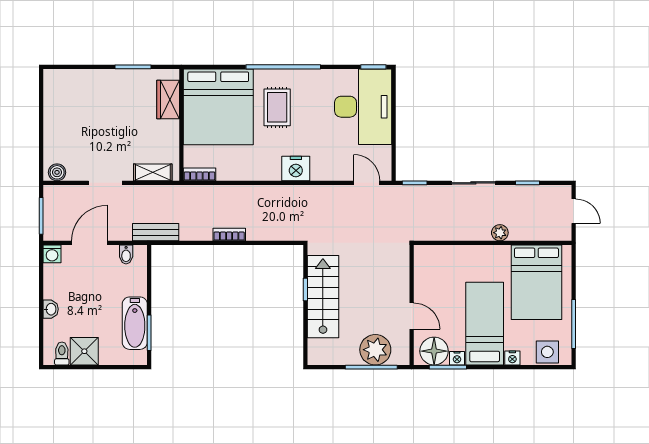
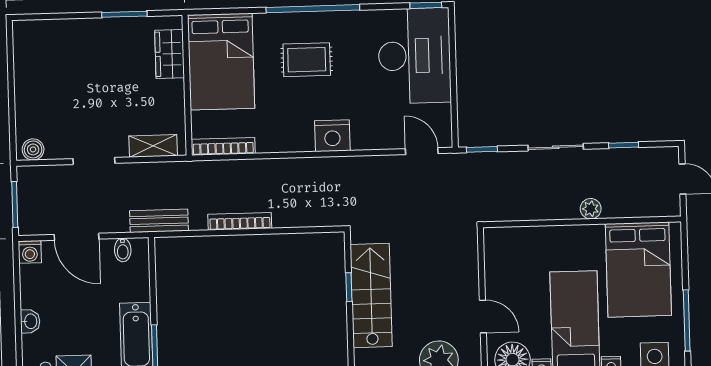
bed: (218, 107) -> (221, 62), width x0.73
rug: (277, 107) -> (307, 60), turned 90
bookcase: (199, 174) -> (223, 146), width x1.56
bookcase: (229, 235) -> (240, 221), width x1.56
door: (90, 243) -> (77, 237), swing flipped

